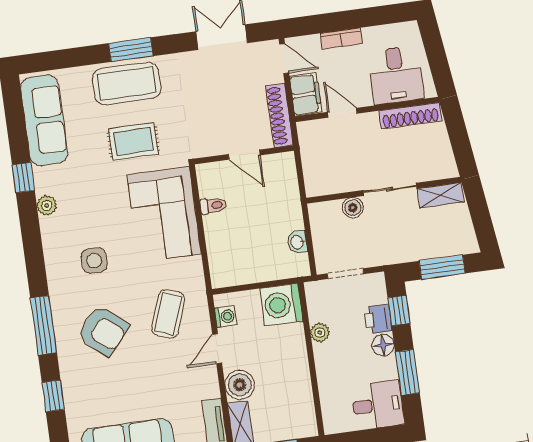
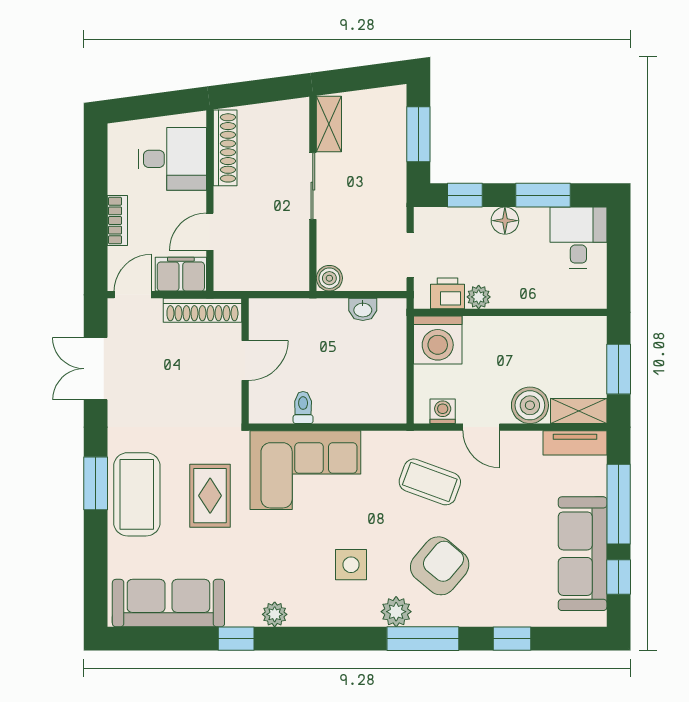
boiler: (353, 208) -> (329, 278), moved
plant: (62, 301) -> (396, 612), added
printer: (378, 319) -> (447, 293), moved, turned 180

